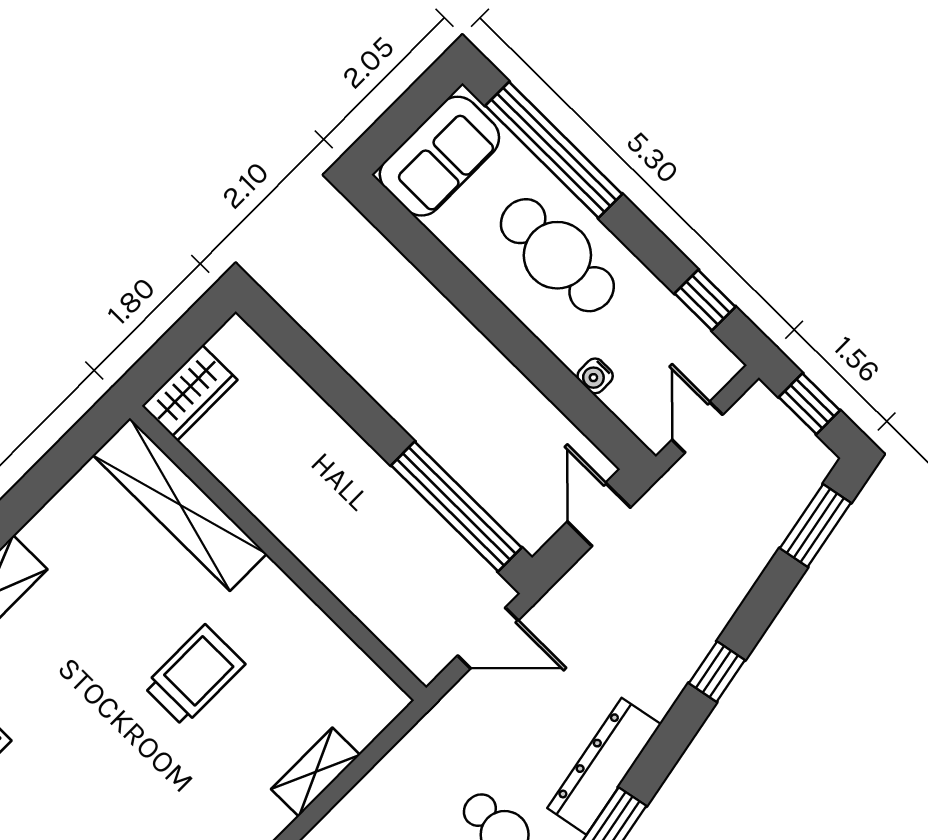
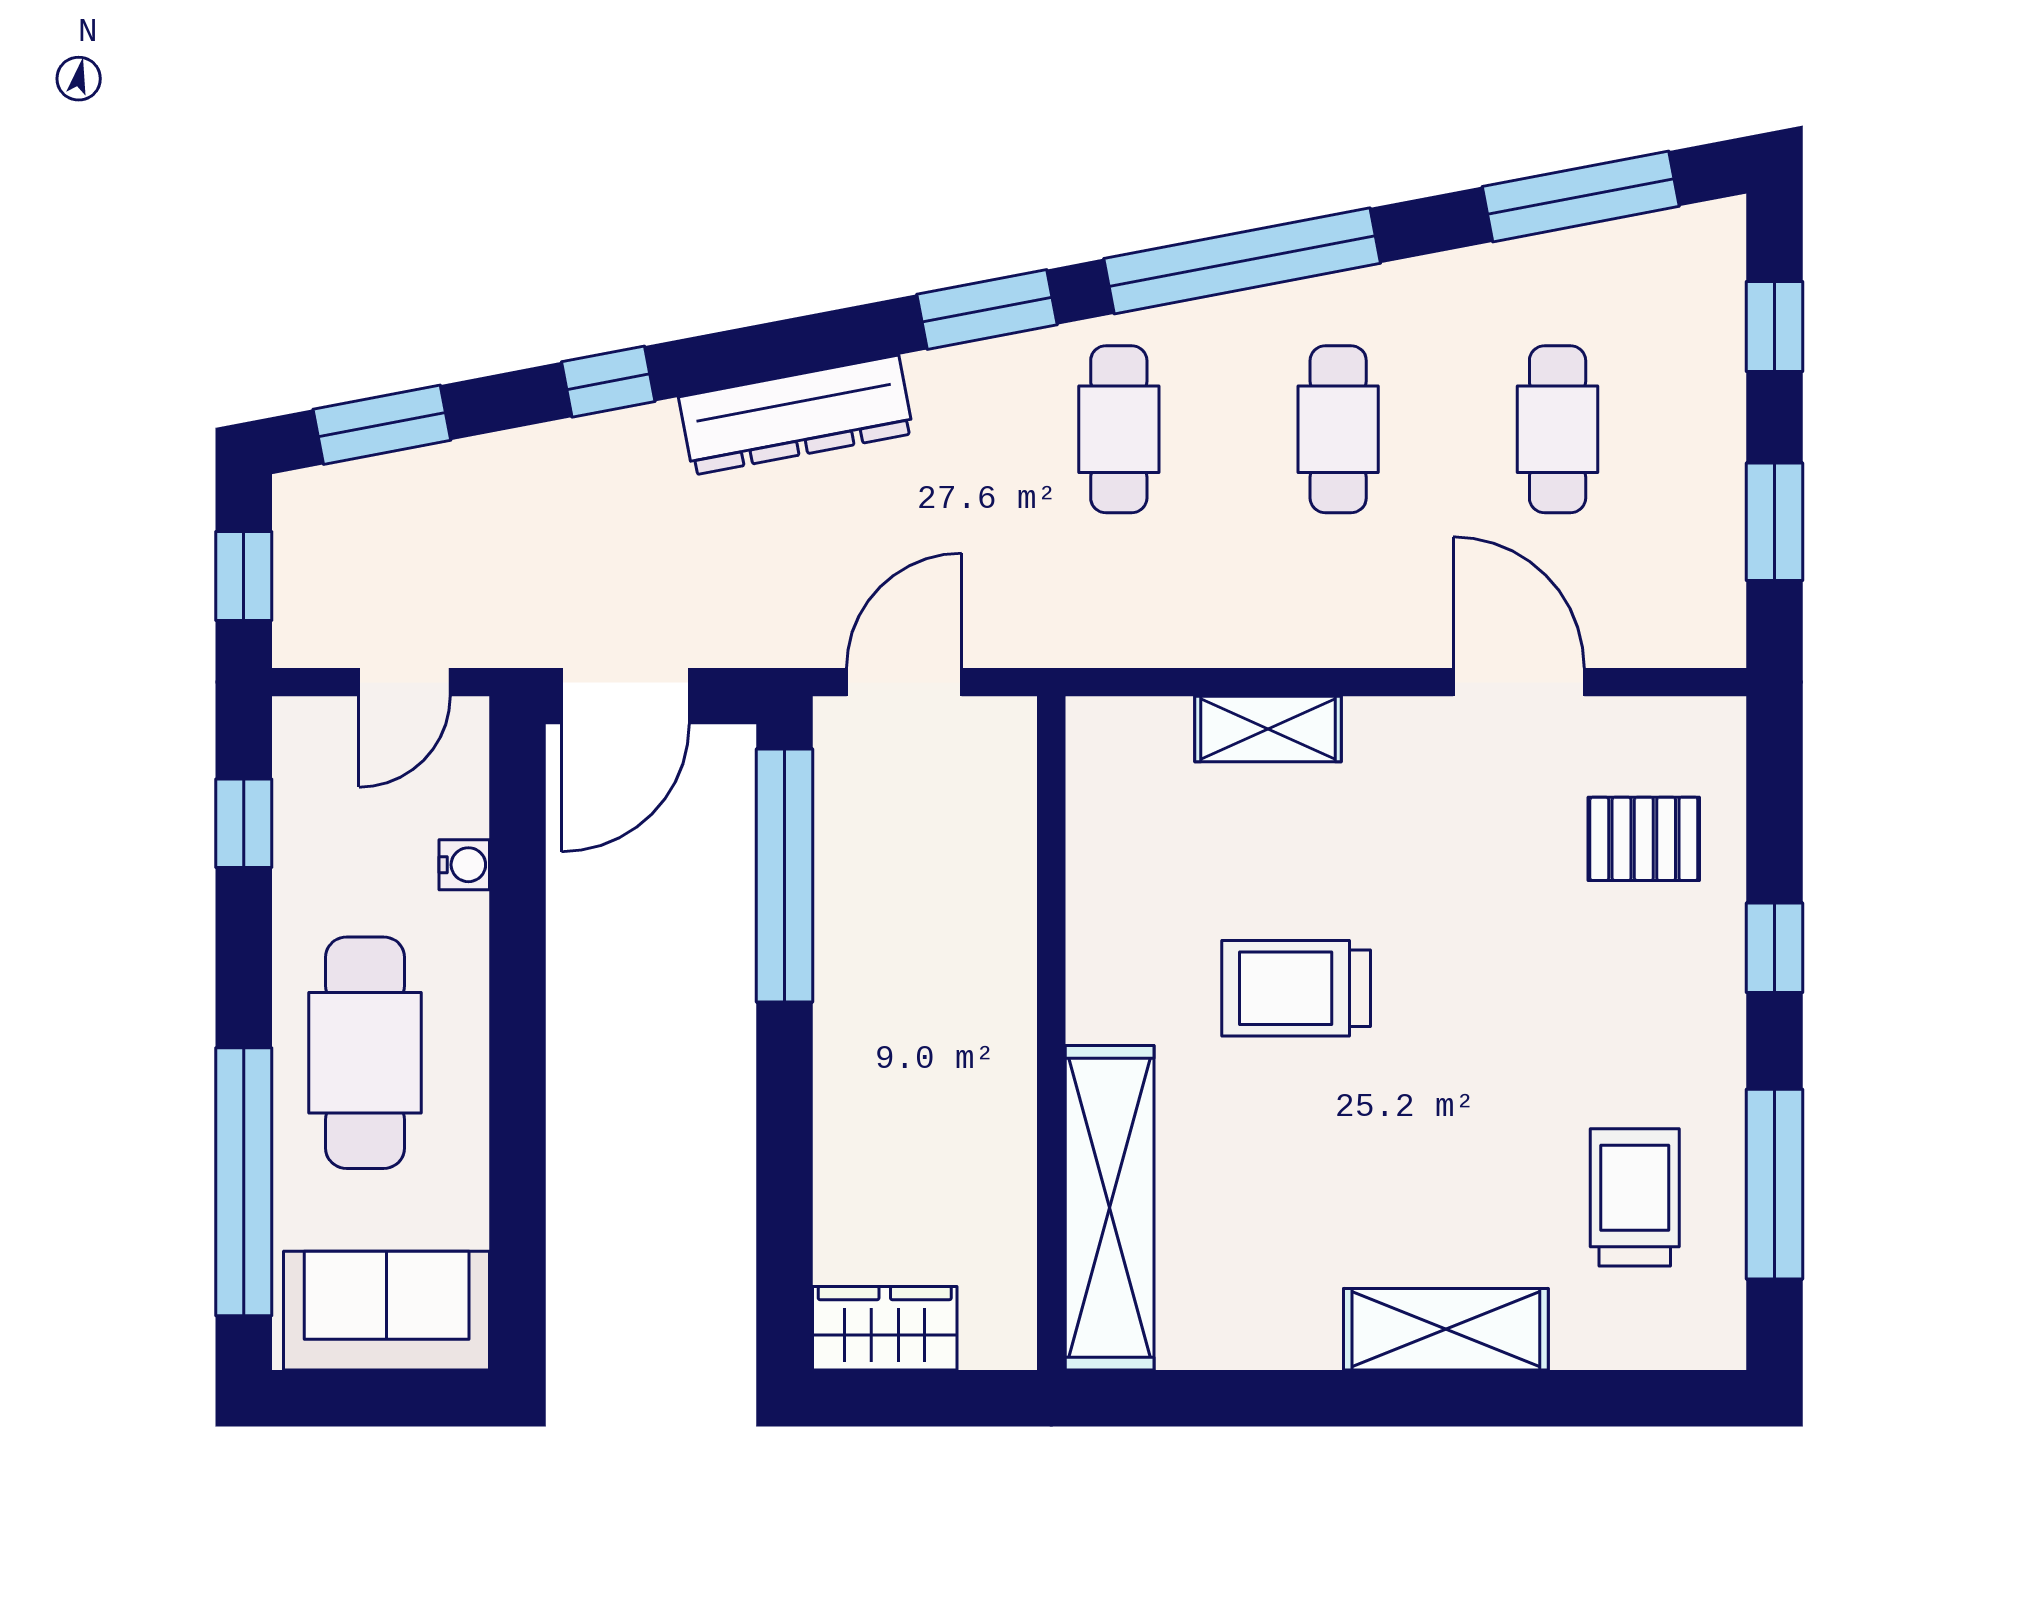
wardrobe: (190, 393) -> (885, 1328), moved
door: (599, 515) -> (625, 696), width x1.38
door: (488, 638) -> (904, 682), hinge flipped
window: (717, 672) -> (608, 382), moved
dresser: (604, 766) -> (796, 415), moved

